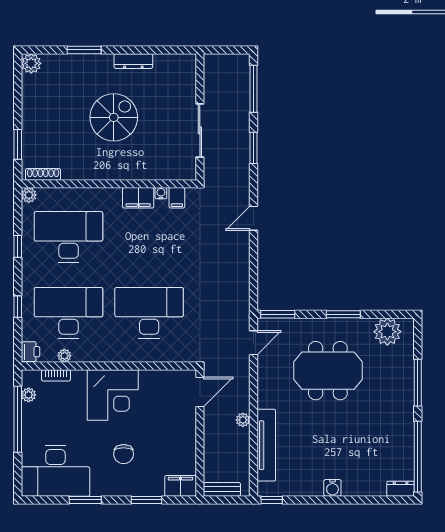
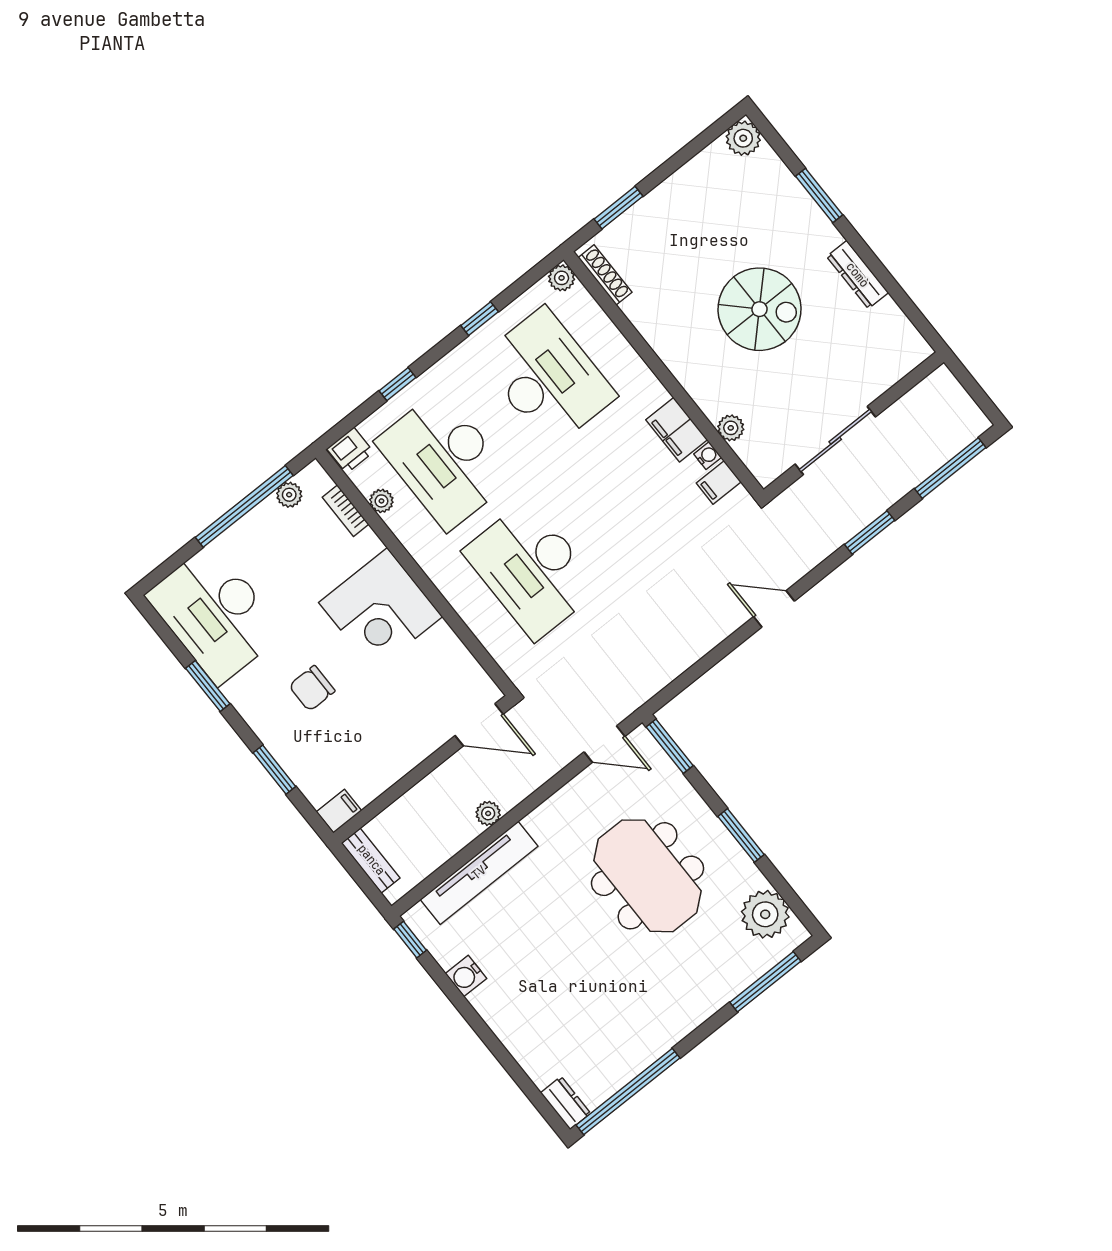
plant: (157, 173) -> (731, 428), added
desk: (69, 313) -> (444, 460), turned 180
desk: (149, 313) -> (532, 570), turned 180
window: (418, 383) -> (765, 982), moved
filing cabinet: (181, 486) -> (339, 811), width x0.50
water cooler: (332, 488) -> (466, 976), moved

